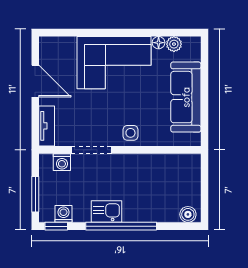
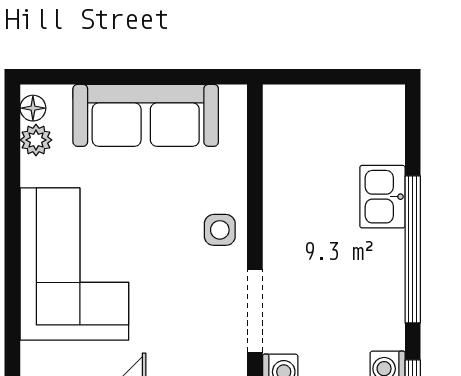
floor lamp: (159, 43) -> (33, 108), moved
kitchen sink: (107, 211) -> (382, 197), moved
boiler: (188, 214) -> (389, 111), removed

